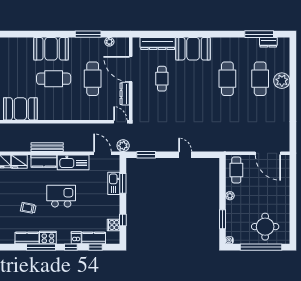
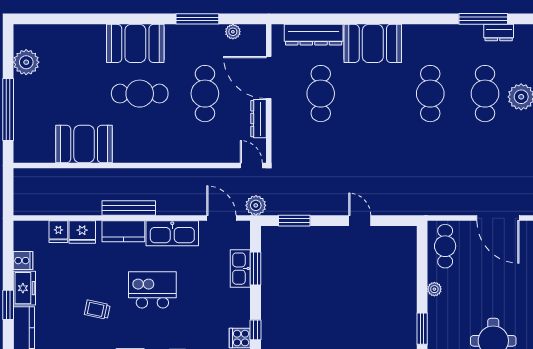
cafe table: (162, 79) -> (321, 94), width x1.37, depth x1.35

